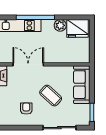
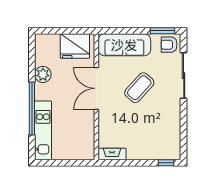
fridge: (78, 28) -> (75, 46), moved, turned 90
double door: (28, 64) -> (96, 88), moved
armchair: (26, 109) -> (169, 45), moved

